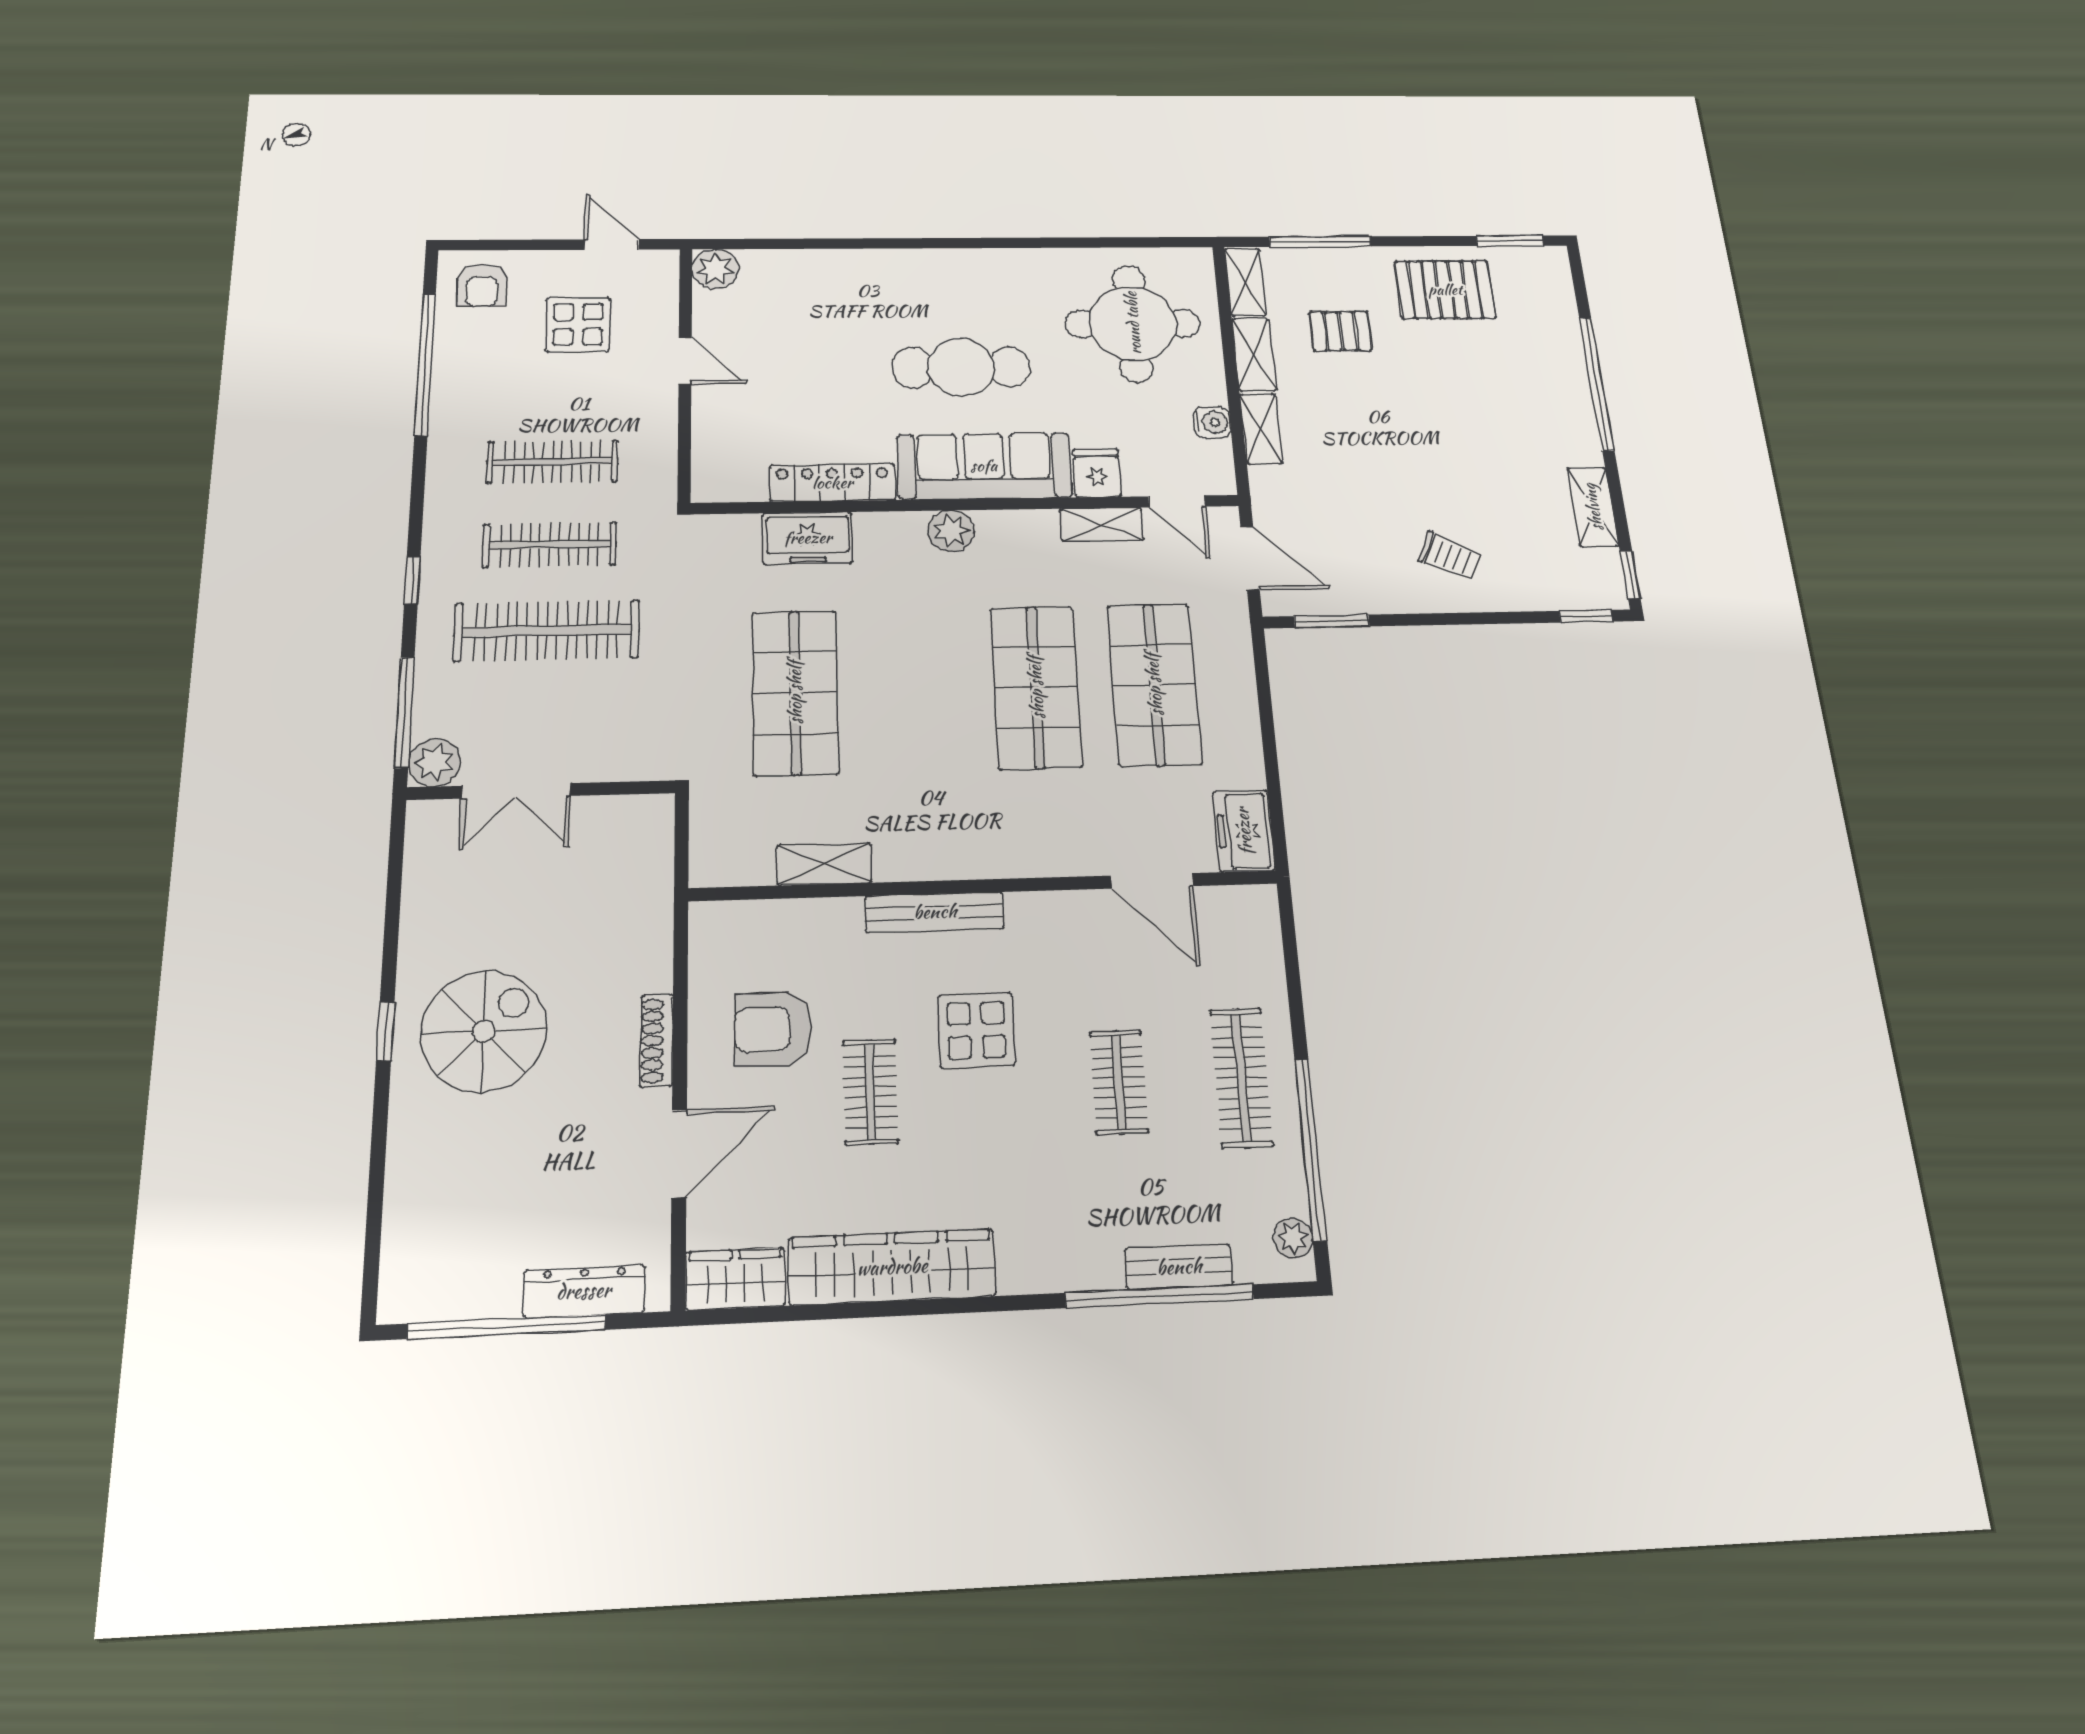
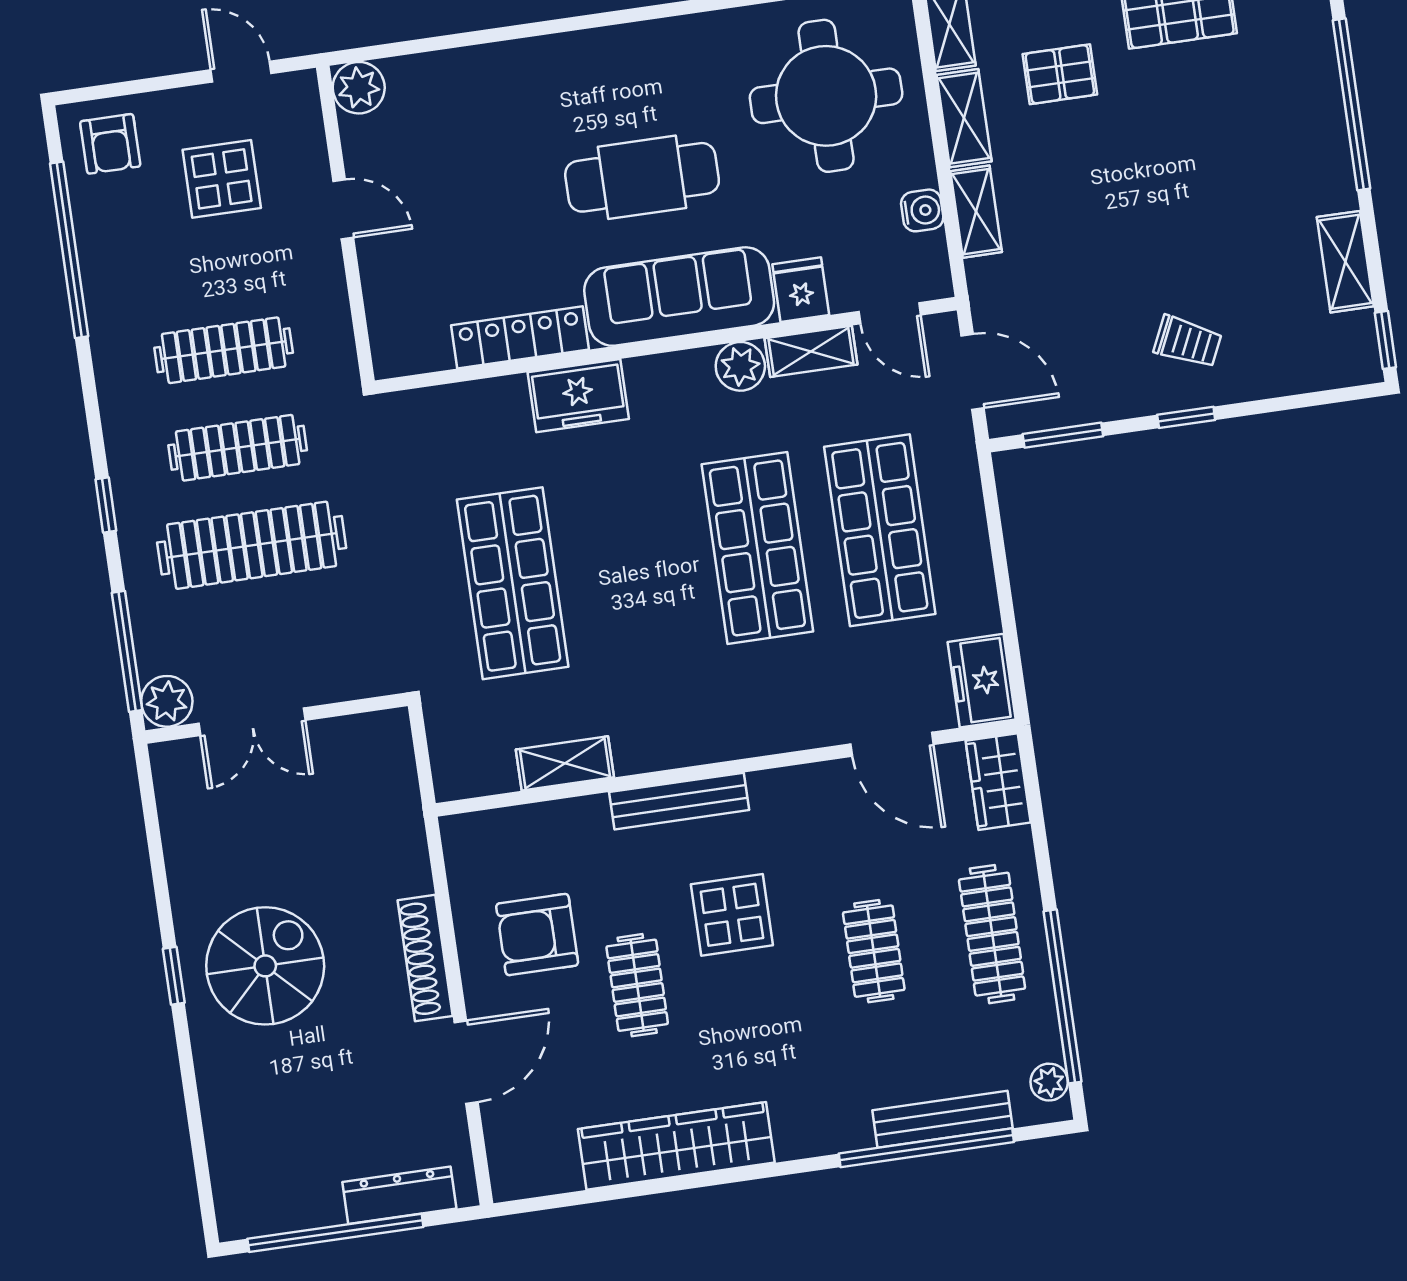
plant: (951, 531) -> (740, 366), moved
freezer: (808, 538) -> (578, 396), moved
window: (1586, 616) -> (1186, 417), moved
shoe rack: (657, 1041) -> (425, 958), width x1.36, depth x1.24
bench: (1179, 1267) -> (943, 1119), width x1.36
wardrobe: (735, 1279) -> (998, 782), moved, turned -90

